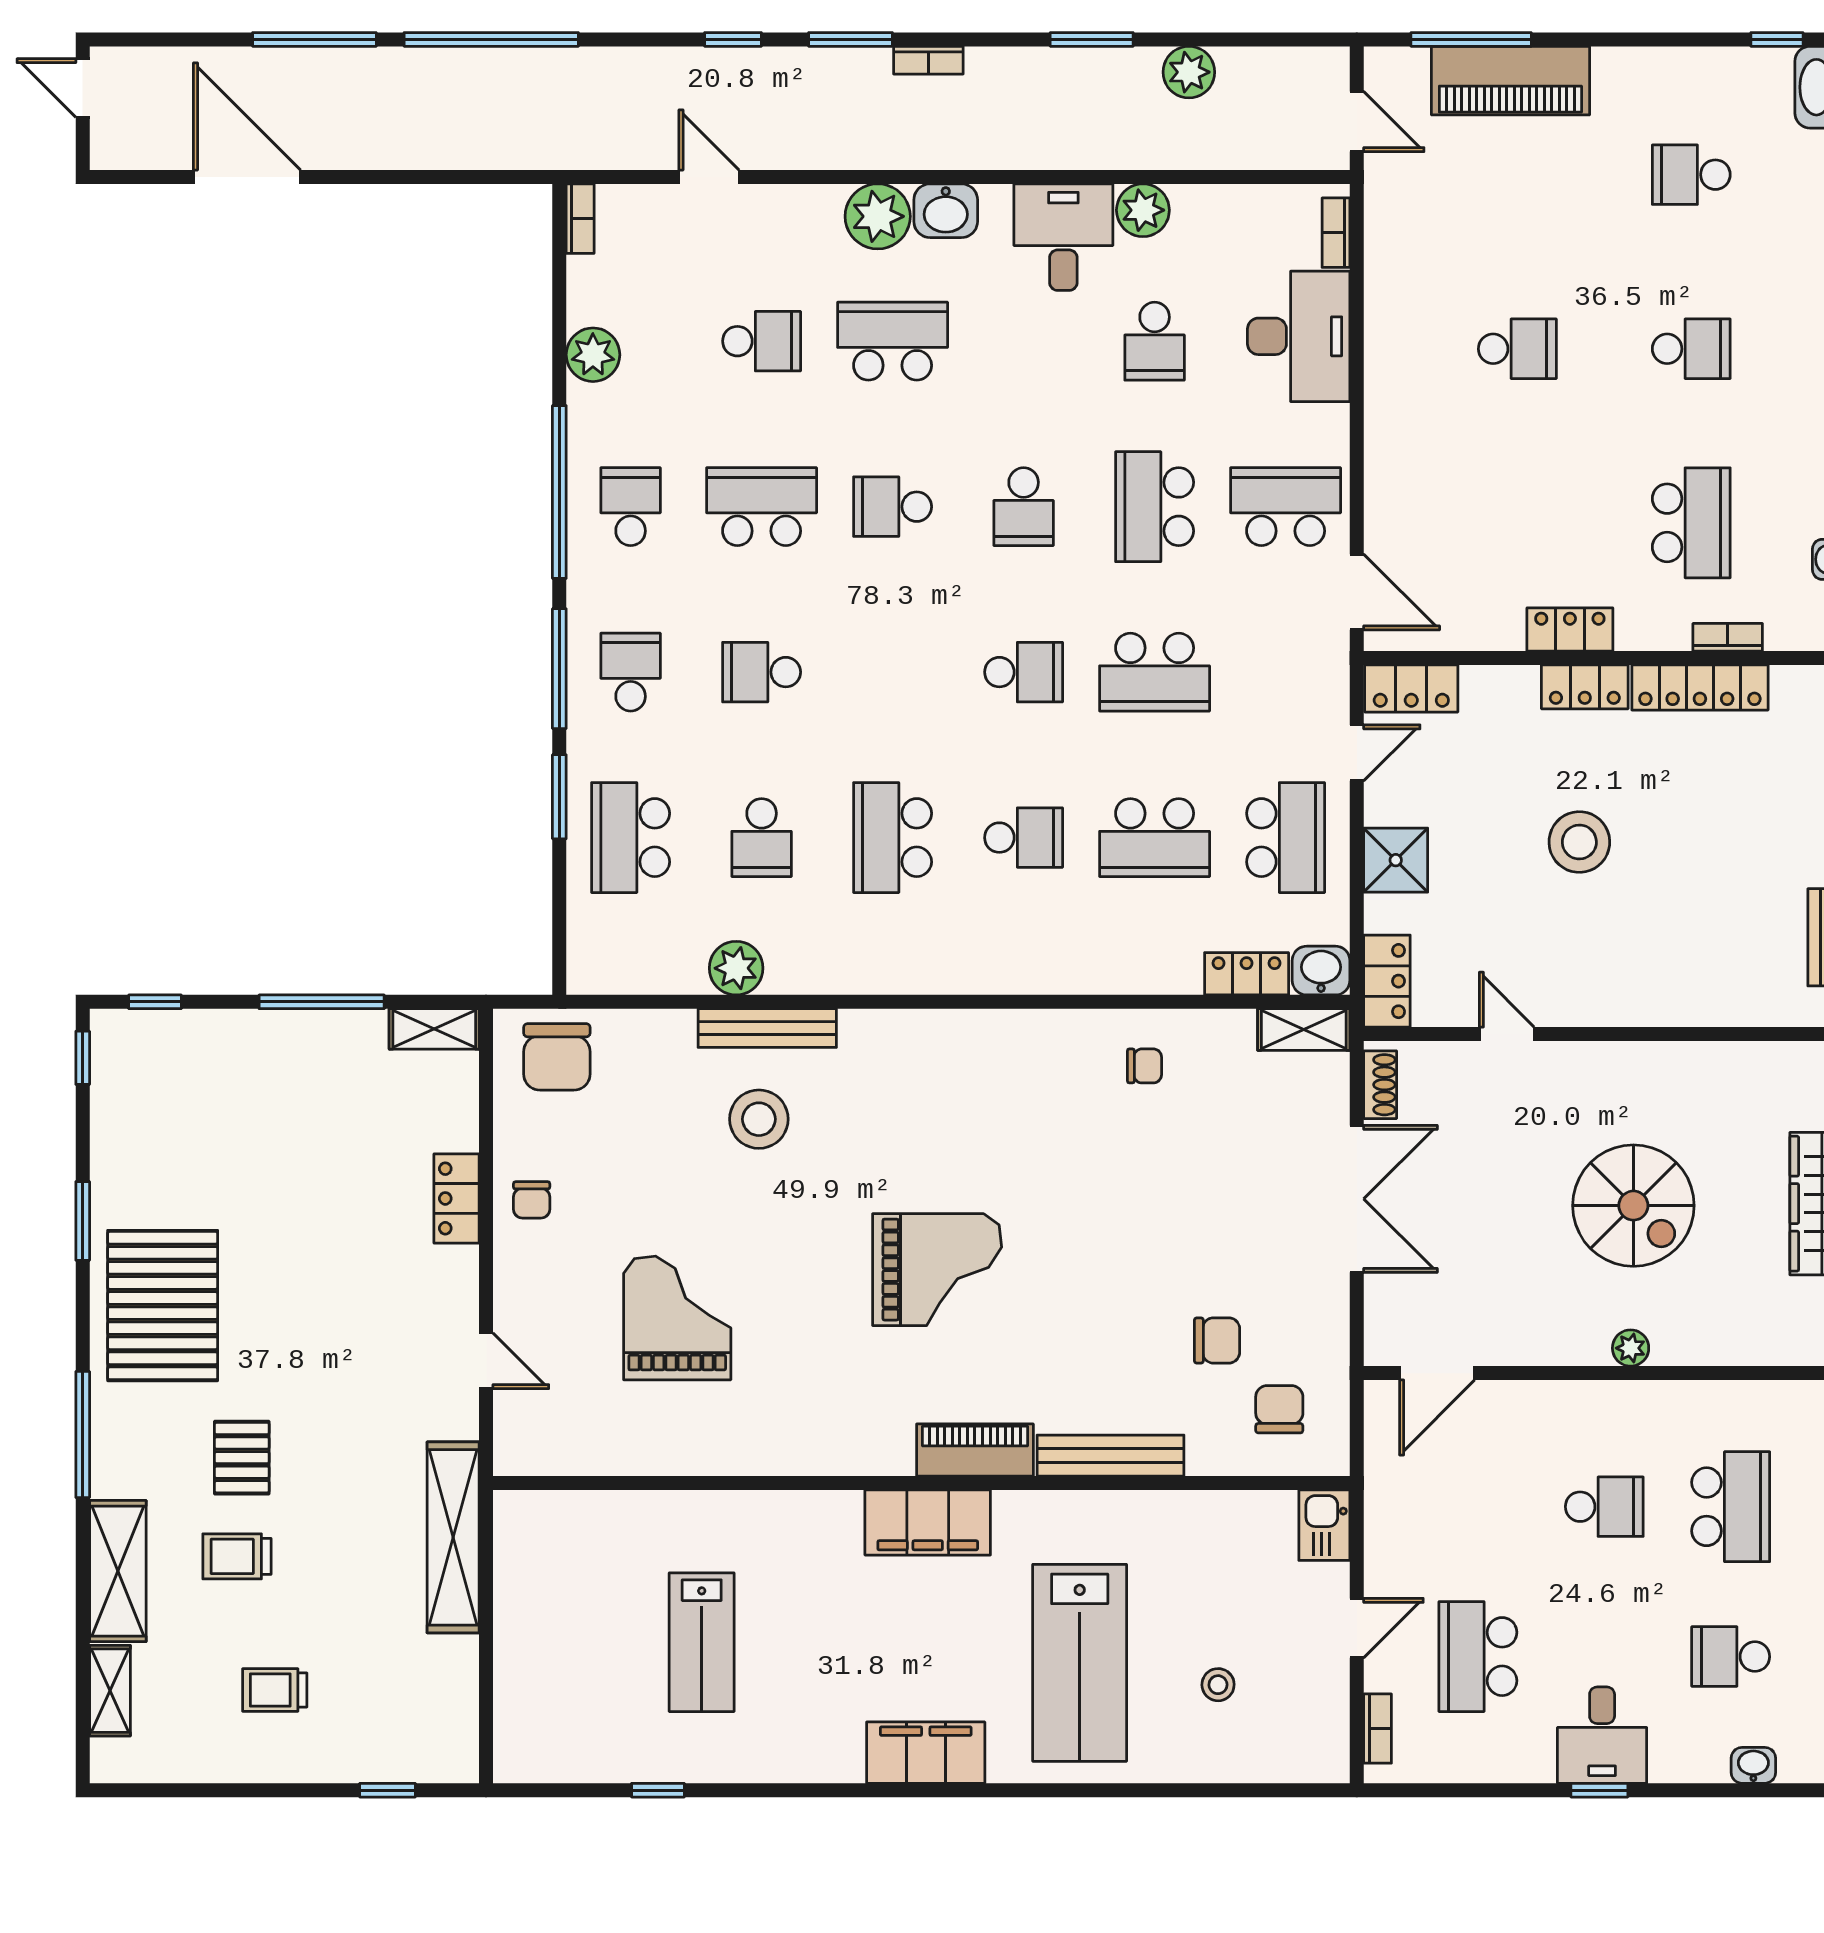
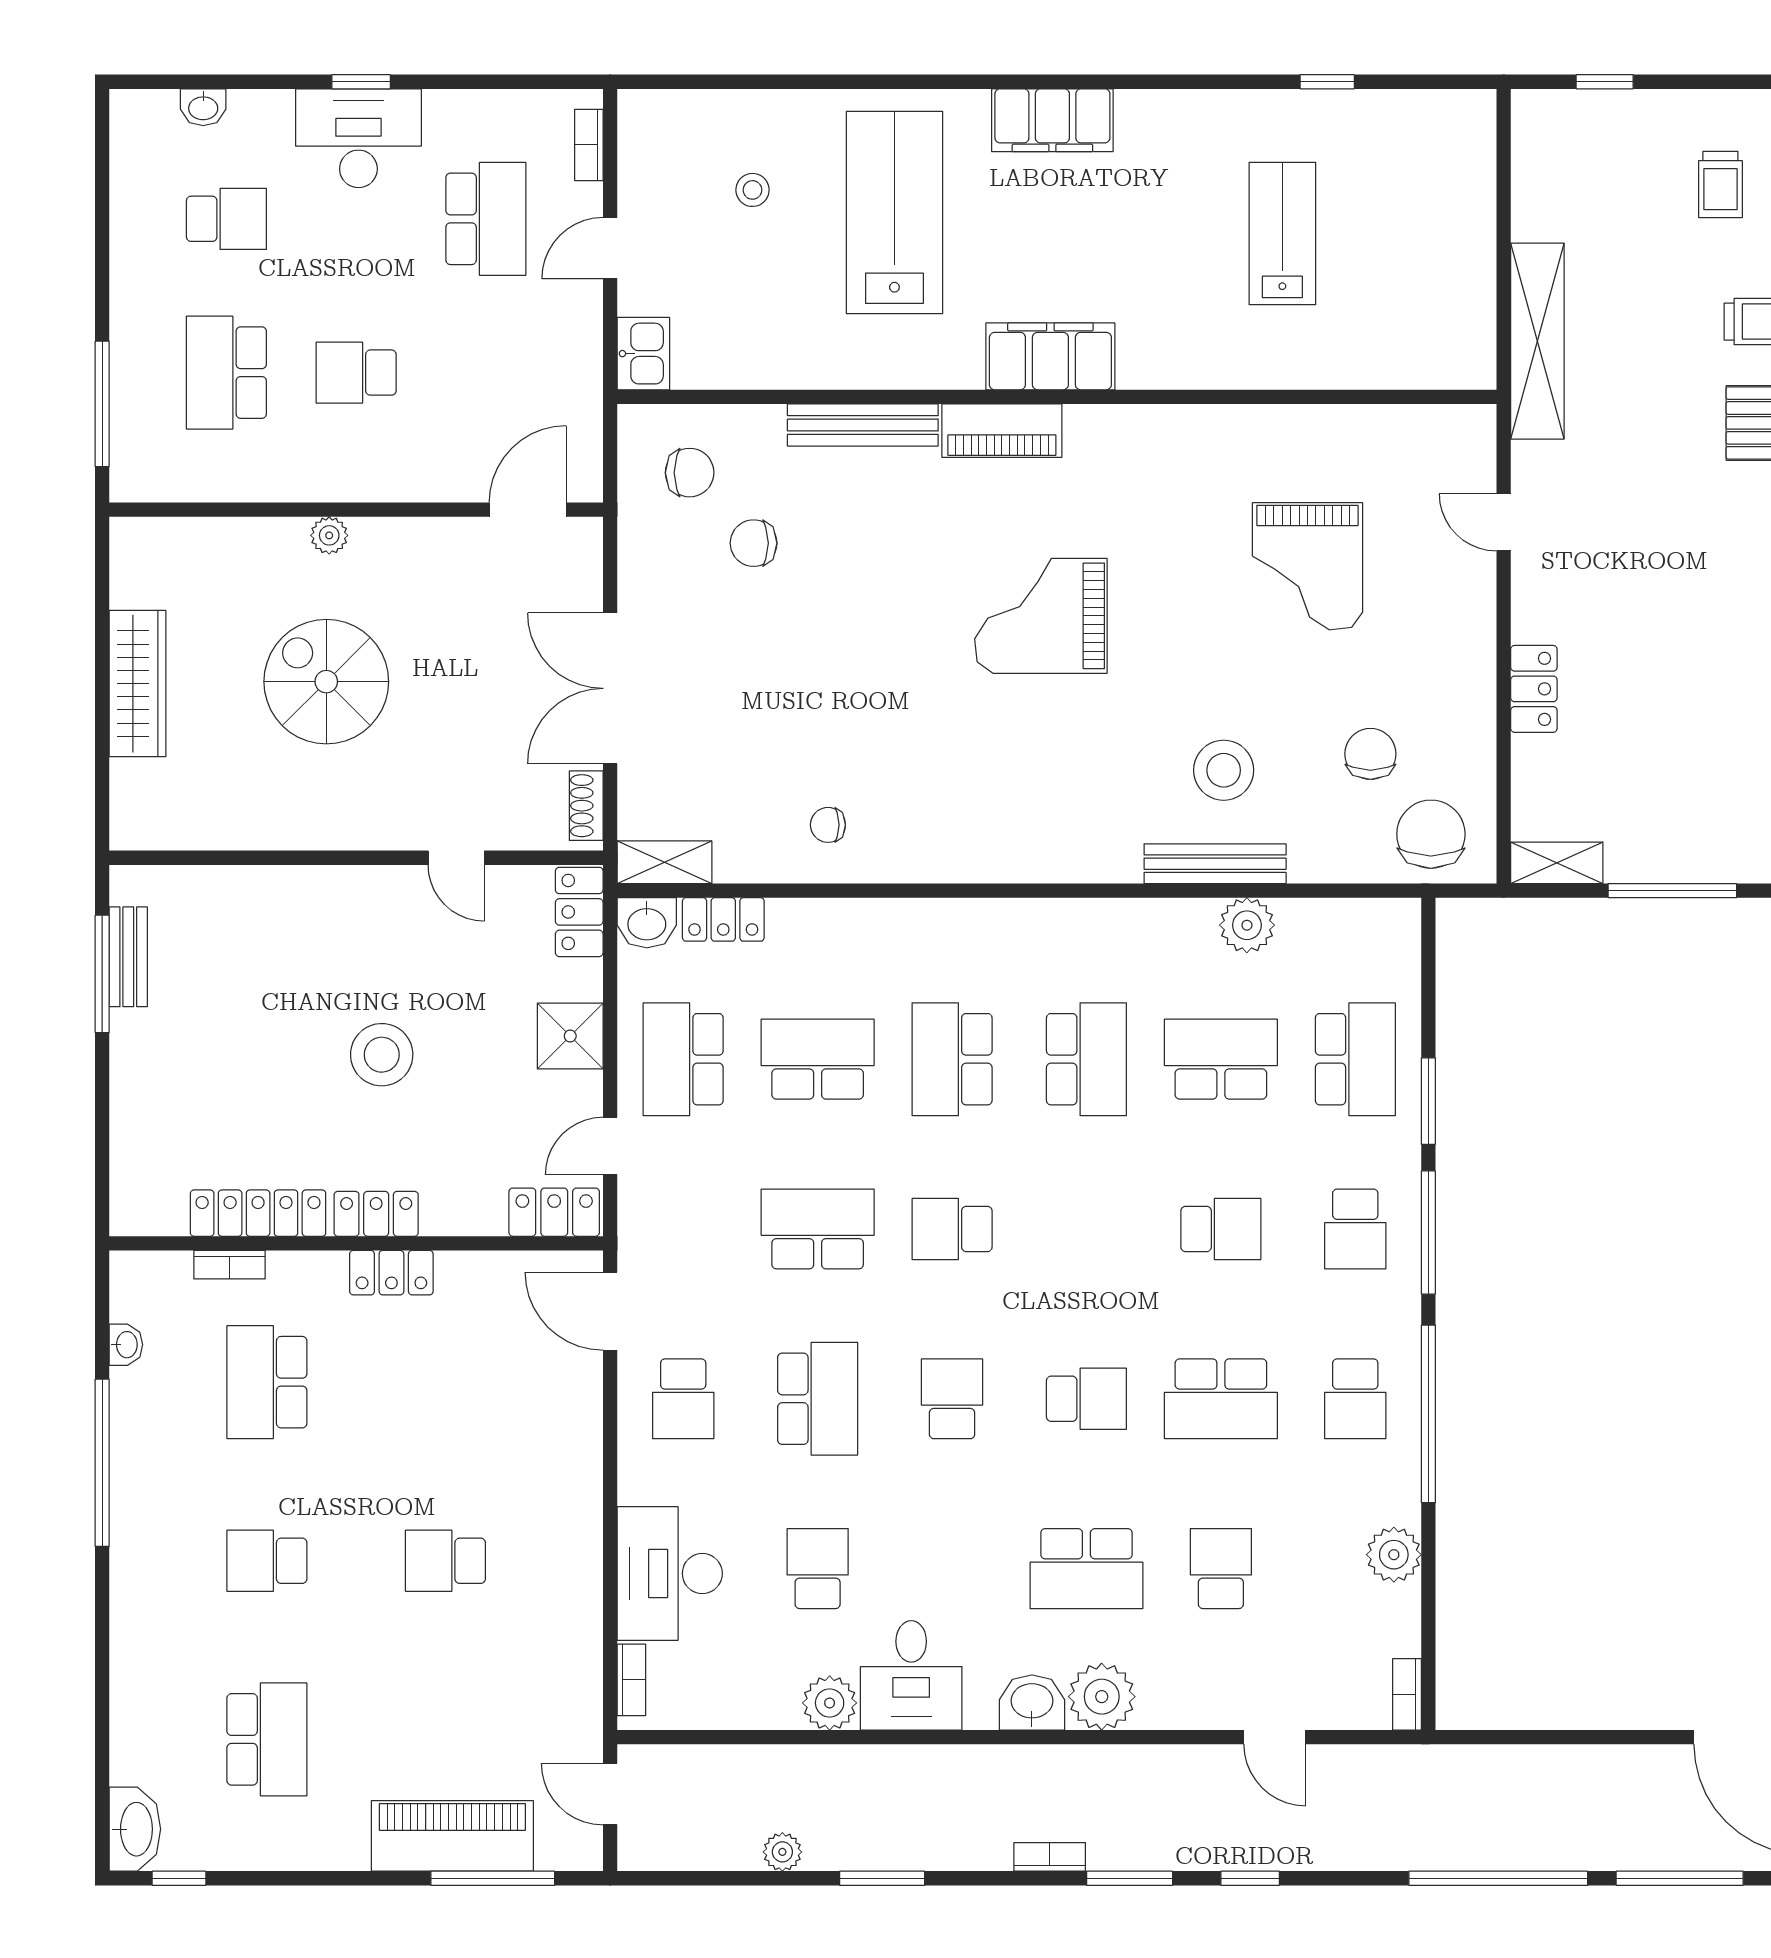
plant: (1189, 72) -> (782, 1852), width x0.73, depth x0.73
school desk: (1691, 175) -> (267, 1739), width x1.85
school desk: (762, 341) -> (1221, 1569), turned 90
school desk: (1286, 507) -> (683, 1399), width x0.54
school desk: (762, 838) -> (1221, 1059), width x1.85
school desk: (1024, 838) -> (952, 1059), width x1.85
chair: (532, 1200) -> (1370, 754), moved, width x1.37, depth x1.37
chair: (1279, 1409) -> (690, 473), turned -90
trolley: (275, 1690) -> (1720, 184), turned 90
desk: (1602, 1735) -> (358, 138), width x1.37

